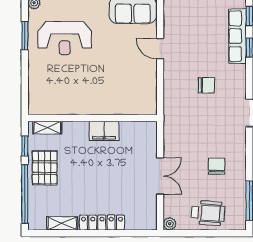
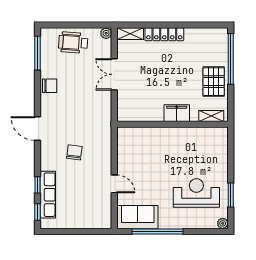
chair: (207, 85) -> (74, 152), turned 97
filing cabinet: (104, 131) -> (177, 113), moved
window: (25, 146) -> (231, 100), removed
chair: (217, 166) -> (50, 86), moved, turned -90
shelving: (62, 223) -> (130, 34), moved

